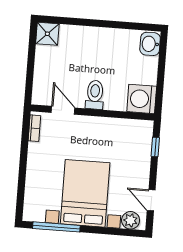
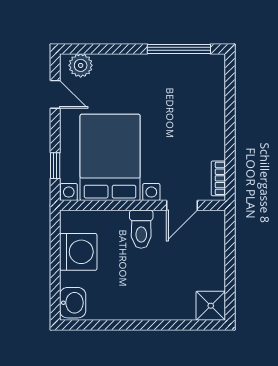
washing machine: (142, 99) -> (78, 252), moved
door: (63, 110) -> (182, 205), hinge flipped
bed with nightstands: (85, 193) -> (110, 157), moved, turned 180

